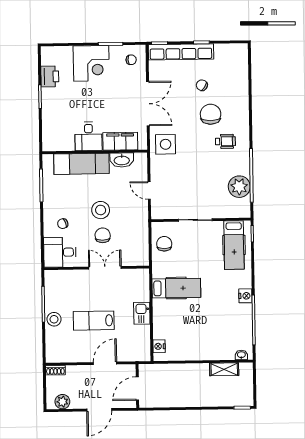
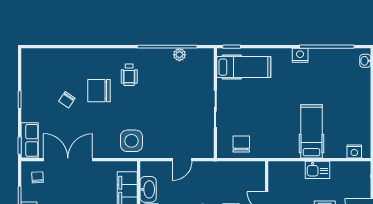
row of seats: (181, 52) -> (30, 140), width x0.50
double door: (148, 104) -> (68, 160), moved
wheelchair: (225, 141) -> (129, 75), turned 180
plant: (239, 187) -> (179, 55), width x0.53, depth x0.53
chair: (164, 244) -> (241, 144), turned 90
hospital bed: (176, 288) -> (311, 131), moved

